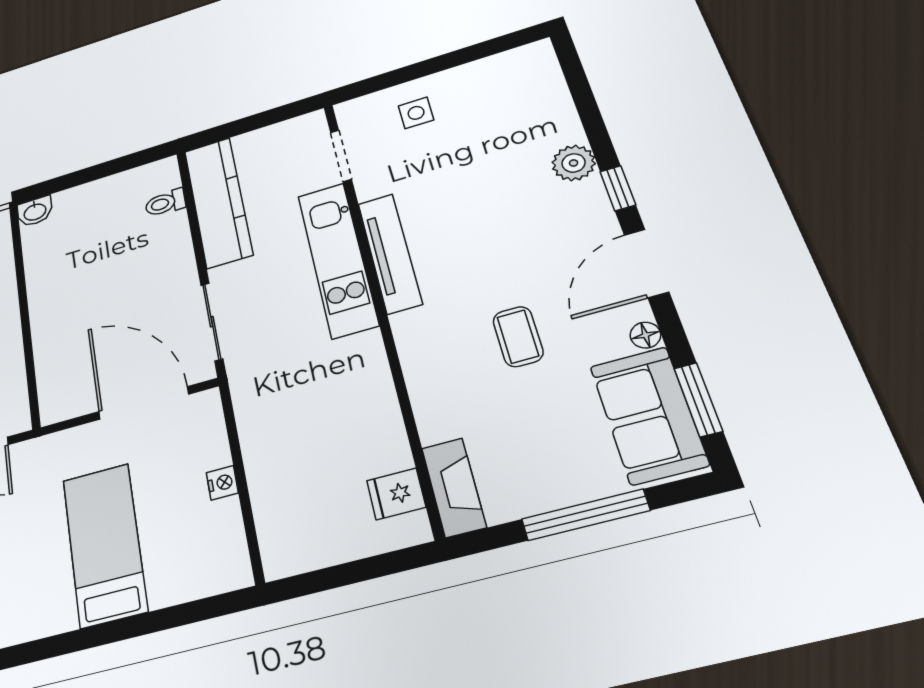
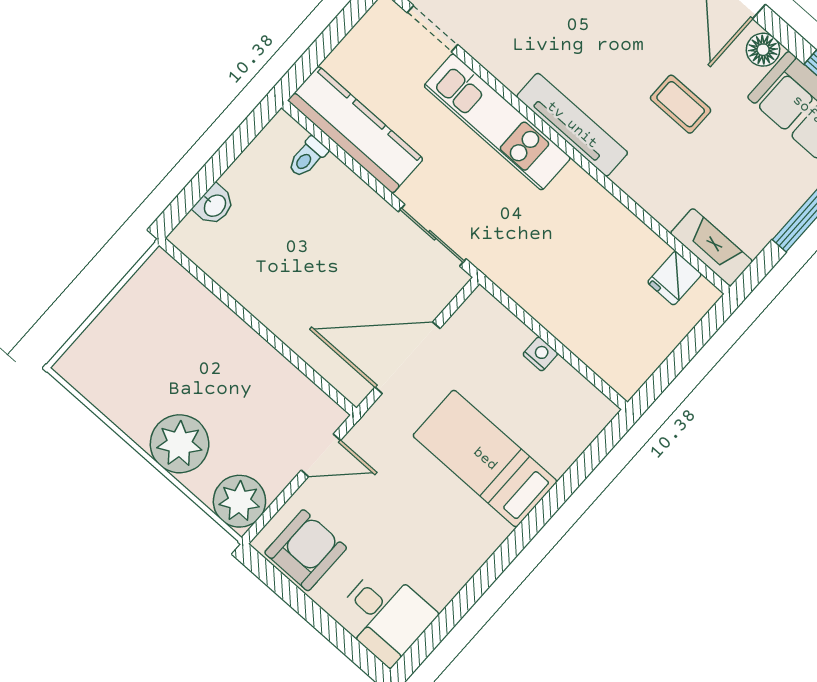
washbasin: (35, 211) -> (214, 205), moved
tv unit: (390, 253) -> (572, 125), moved
floor lamp: (645, 335) -> (763, 50), width x1.37, depth x1.37
door: (143, 403) -> (407, 358), moved

